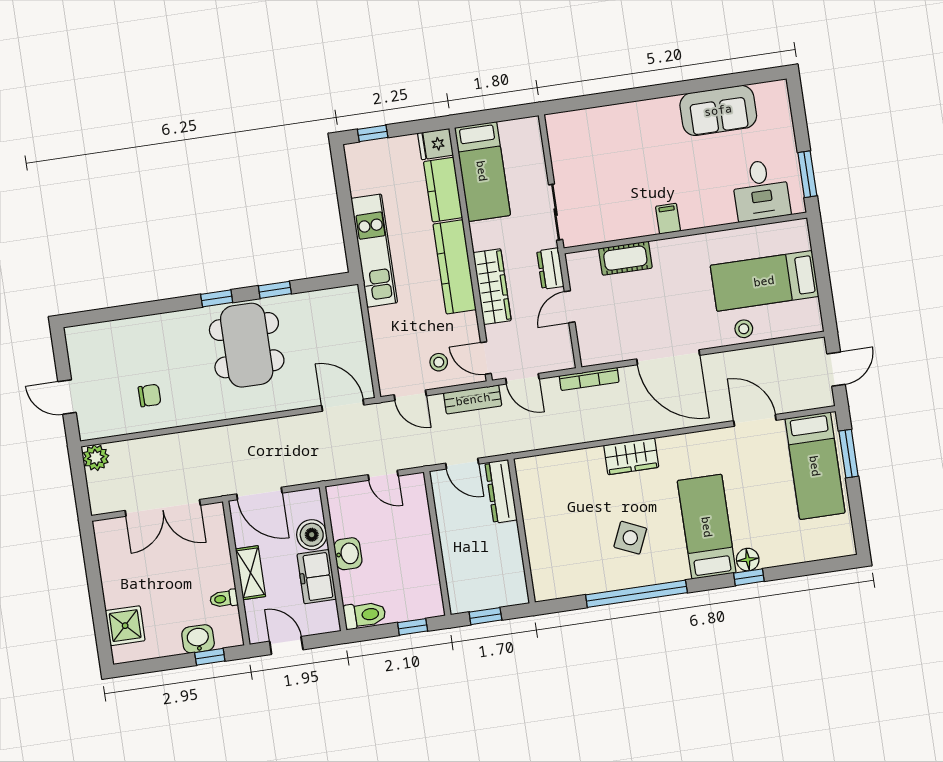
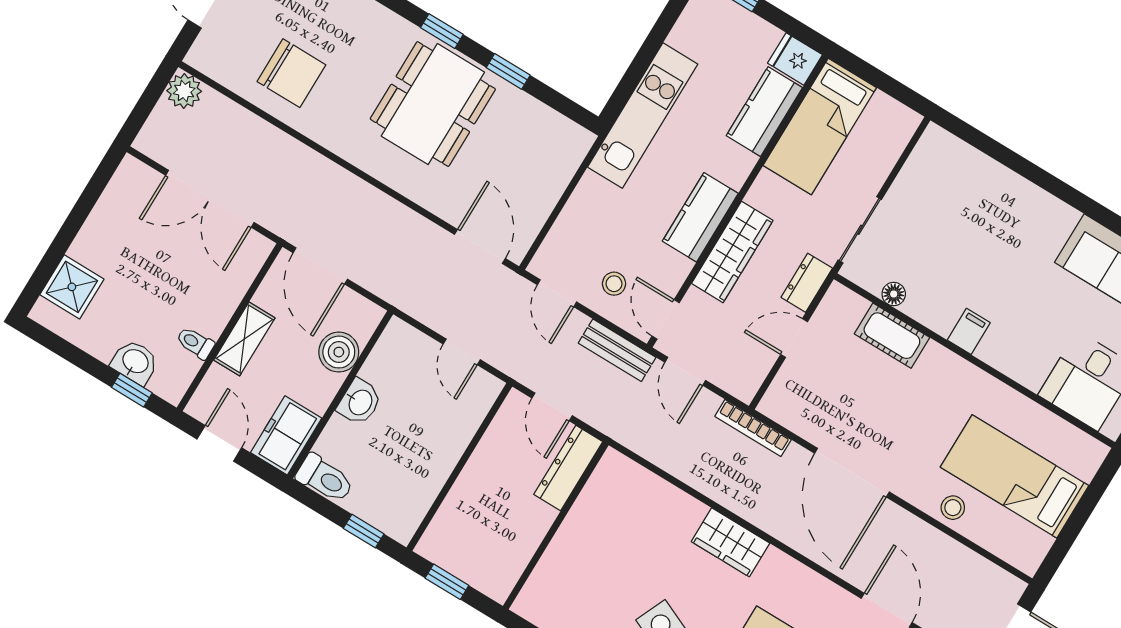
floor lamp: (606, 233) -> (894, 294), added
kitchen counter: (455, 267) -> (700, 217), width x0.67
chair: (150, 395) -> (291, 73), width x1.87, depth x1.87
freezer: (317, 577) -> (286, 435), moved

